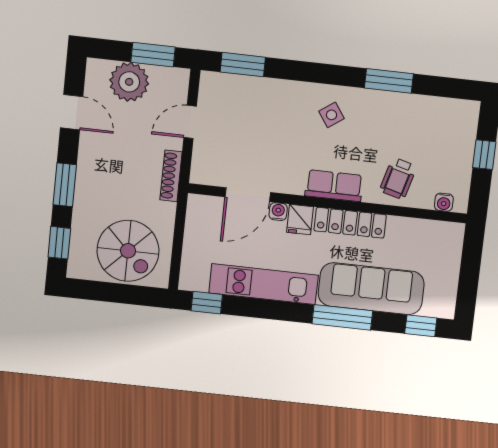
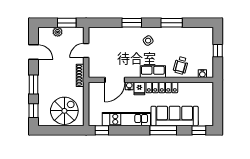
window: (243, 65) -> (132, 23), moved
plant: (129, 82) -> (58, 32), width x0.53, depth x0.53
spiral stairs: (128, 251) -> (64, 111), turned -90

